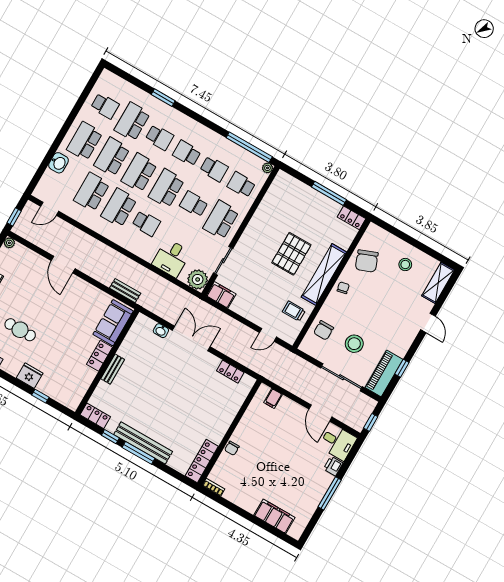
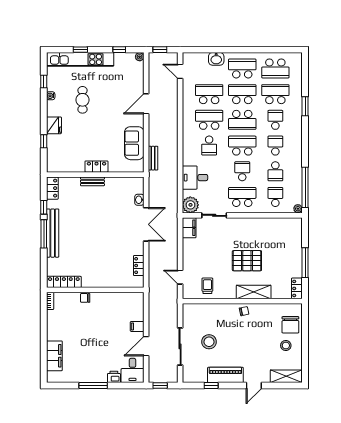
school desk: (105, 106) -> (275, 68), width x1.85
school desk: (159, 137) -> (275, 120), turned 180
school desk: (139, 173) -> (242, 120), turned 180
chair: (367, 261) -> (290, 325), moved, turned -69
shelving: (324, 274) -> (254, 292), width x0.68
sofa: (113, 323) -> (134, 143), moved, turned -90
chair: (324, 330) -> (206, 315), removed
piano: (384, 373) -> (225, 375), moved
filing cabinet: (273, 398) -> (137, 326), moved

